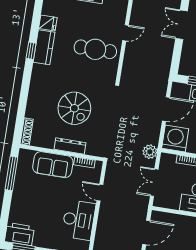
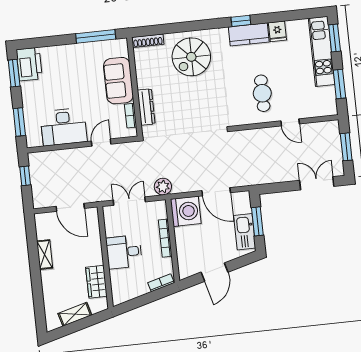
cafe table: (95, 49) -> (262, 93), width x0.73, depth x0.74
spiral stairs: (74, 108) -> (191, 57), moved
dresser: (70, 146) -> (146, 107), moved

